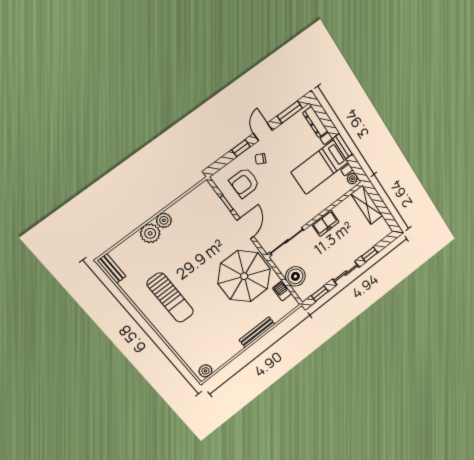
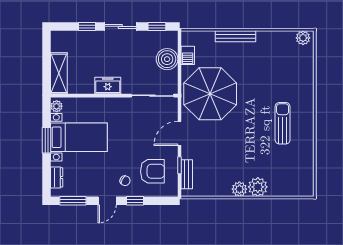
dresser: (315, 122) -> (57, 177), width x0.70
bench: (112, 268) -> (187, 174), moved
sun lounger: (170, 298) -> (283, 123), width x0.73, depth x0.75

